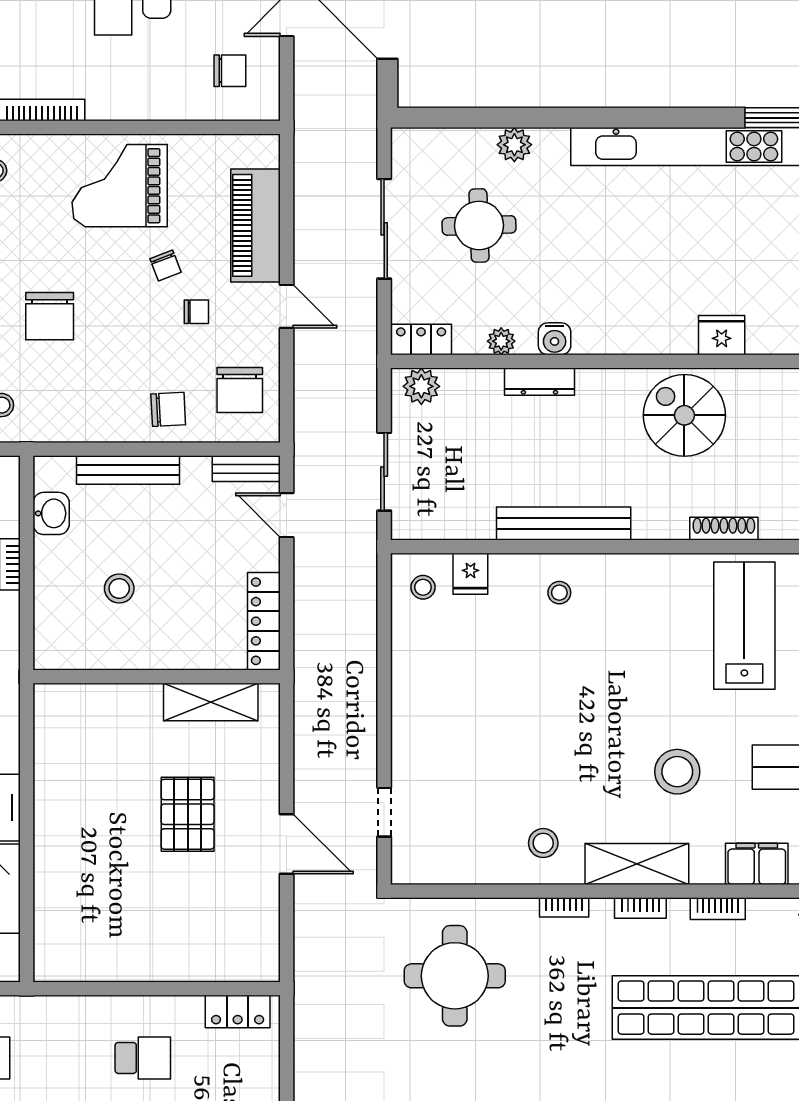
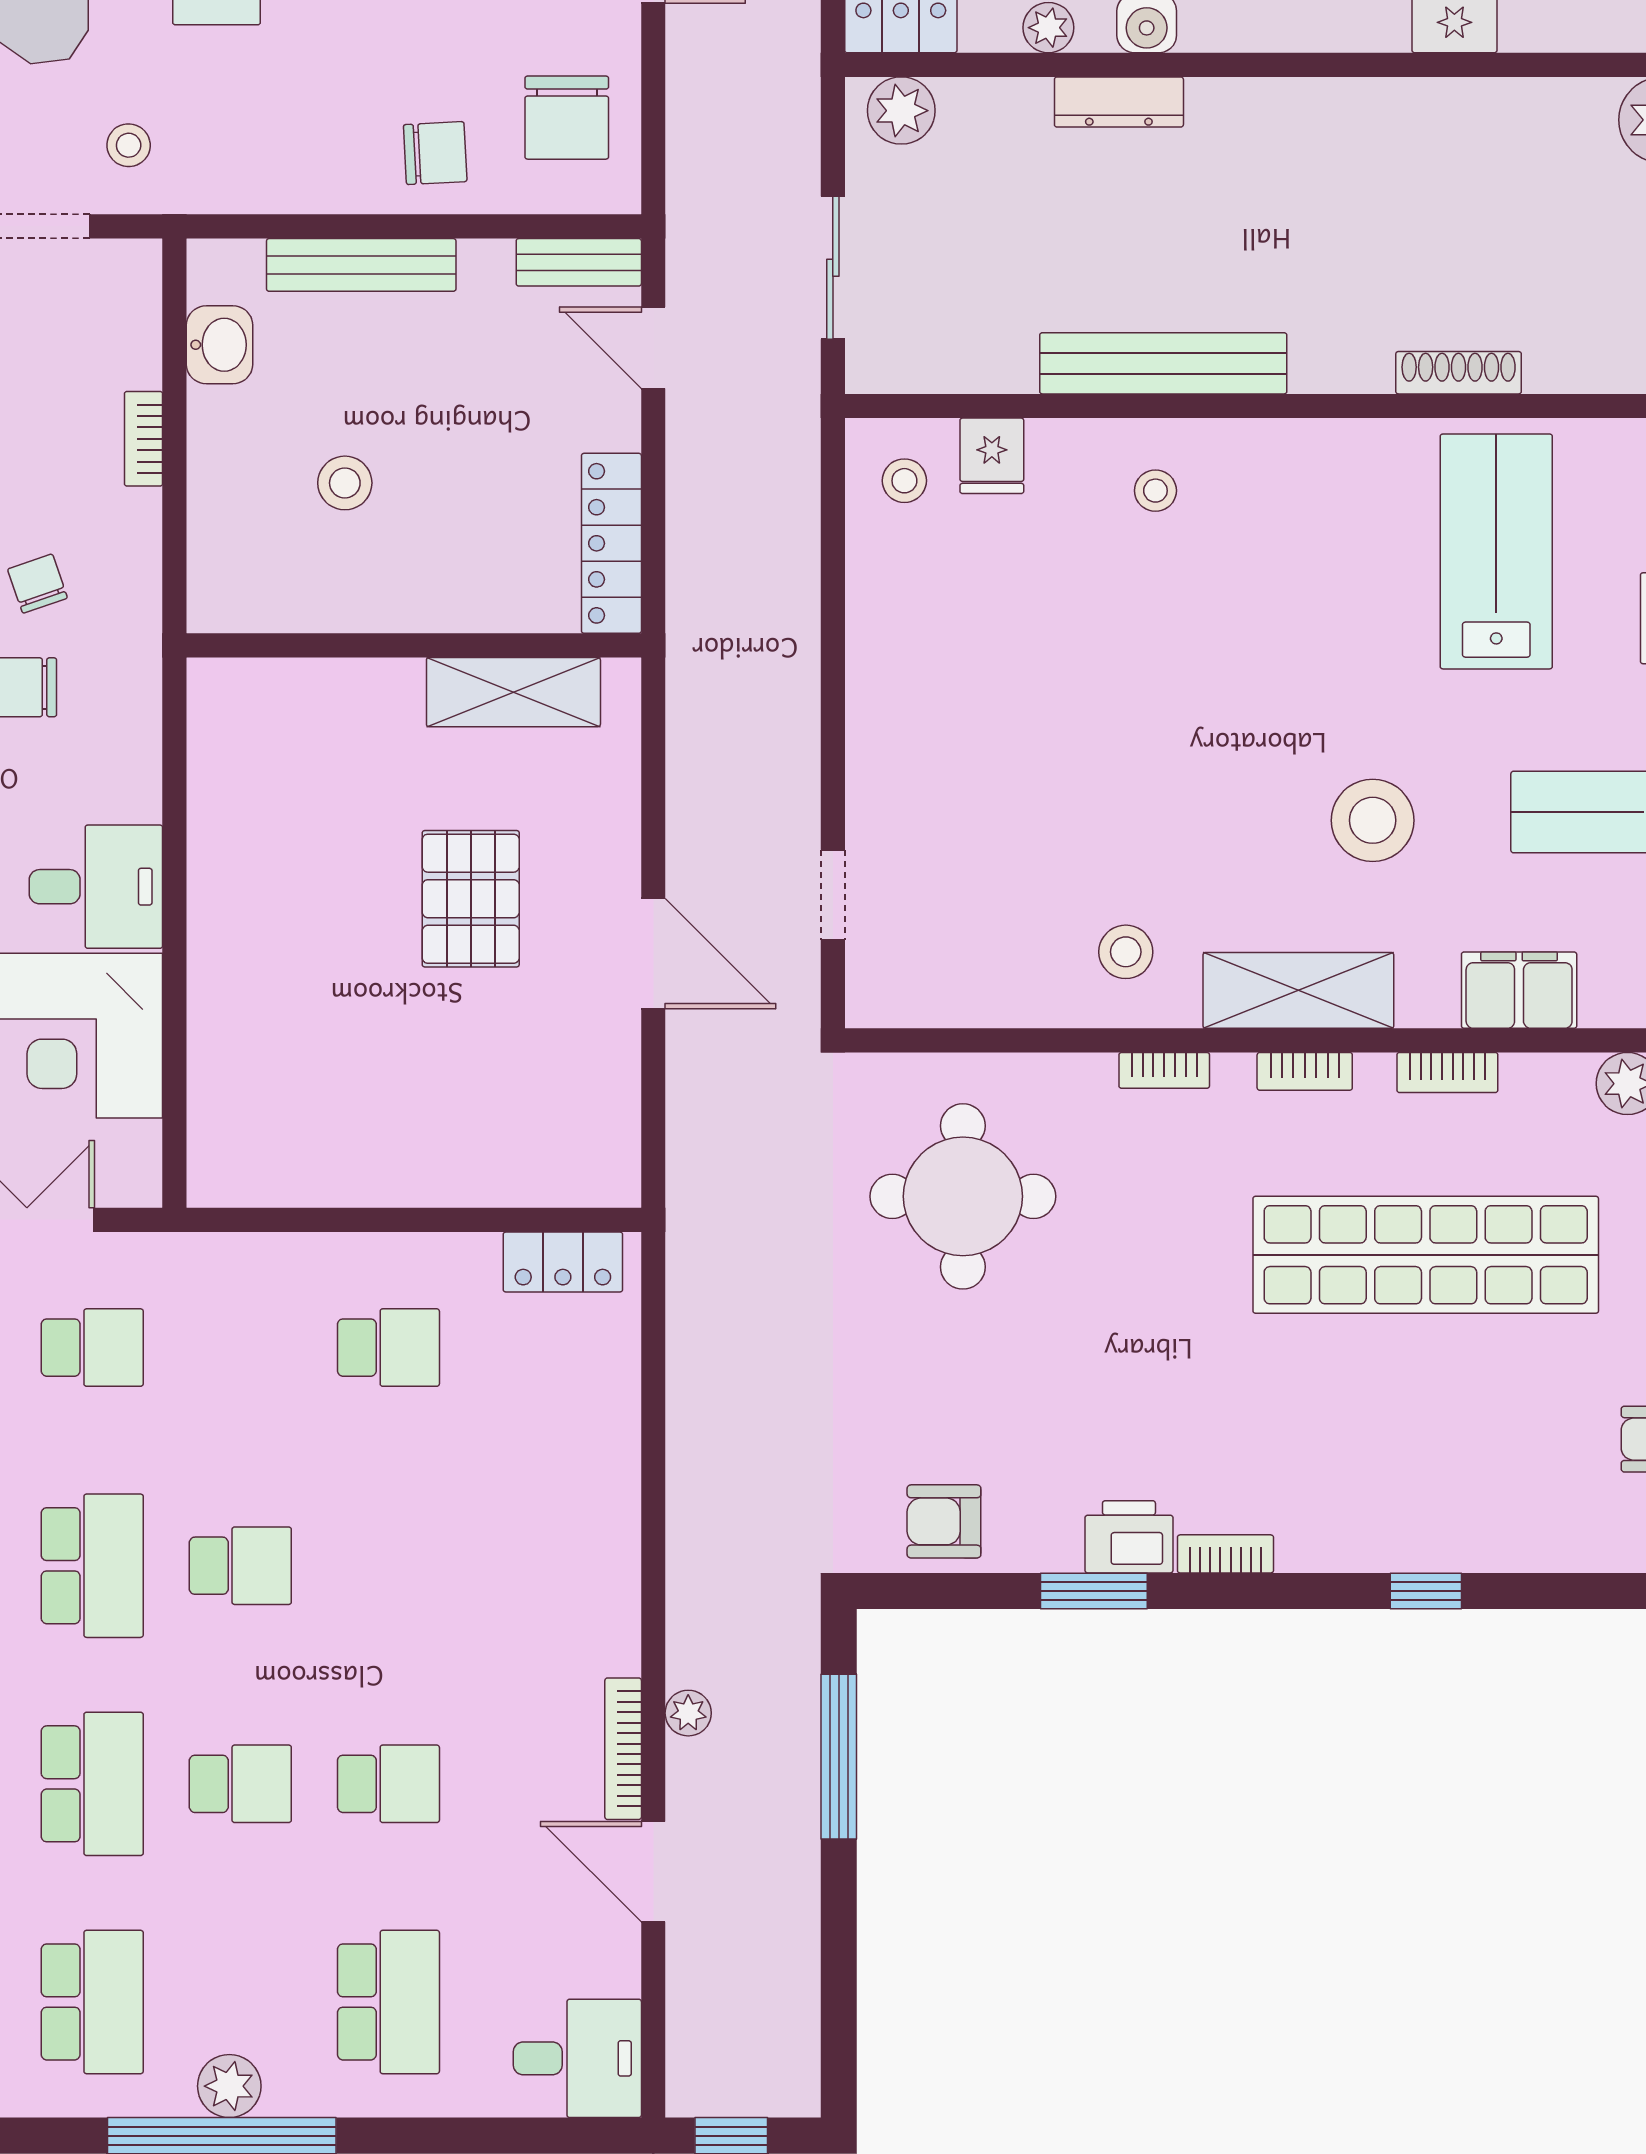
spiral stairs: (684, 415) -> (1386, 164), removed

